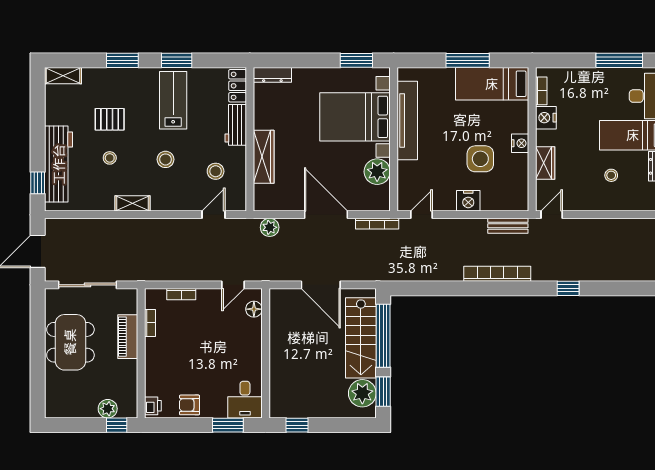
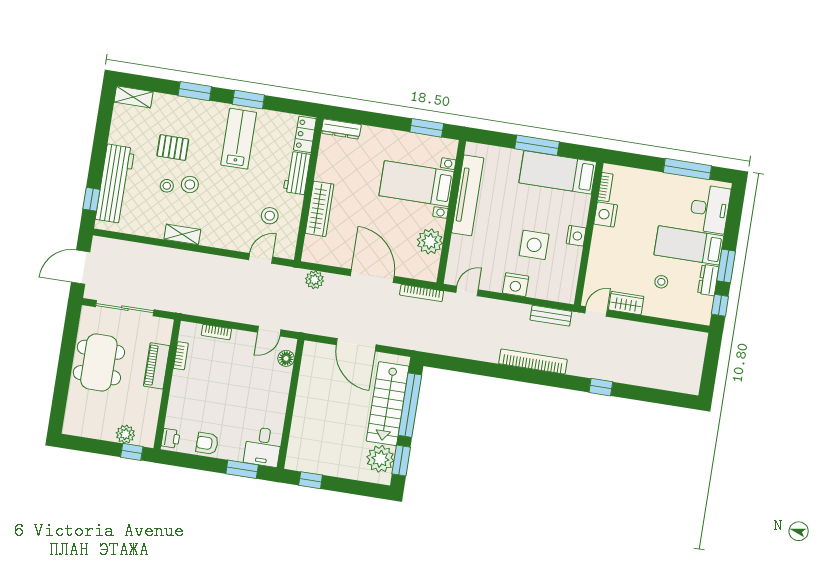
bed with nightstands: (355, 117) -> (416, 184), width x0.73
stool: (166, 159) -> (190, 184), moved
wardrobe: (545, 163) -> (626, 303), moved, turned -90

